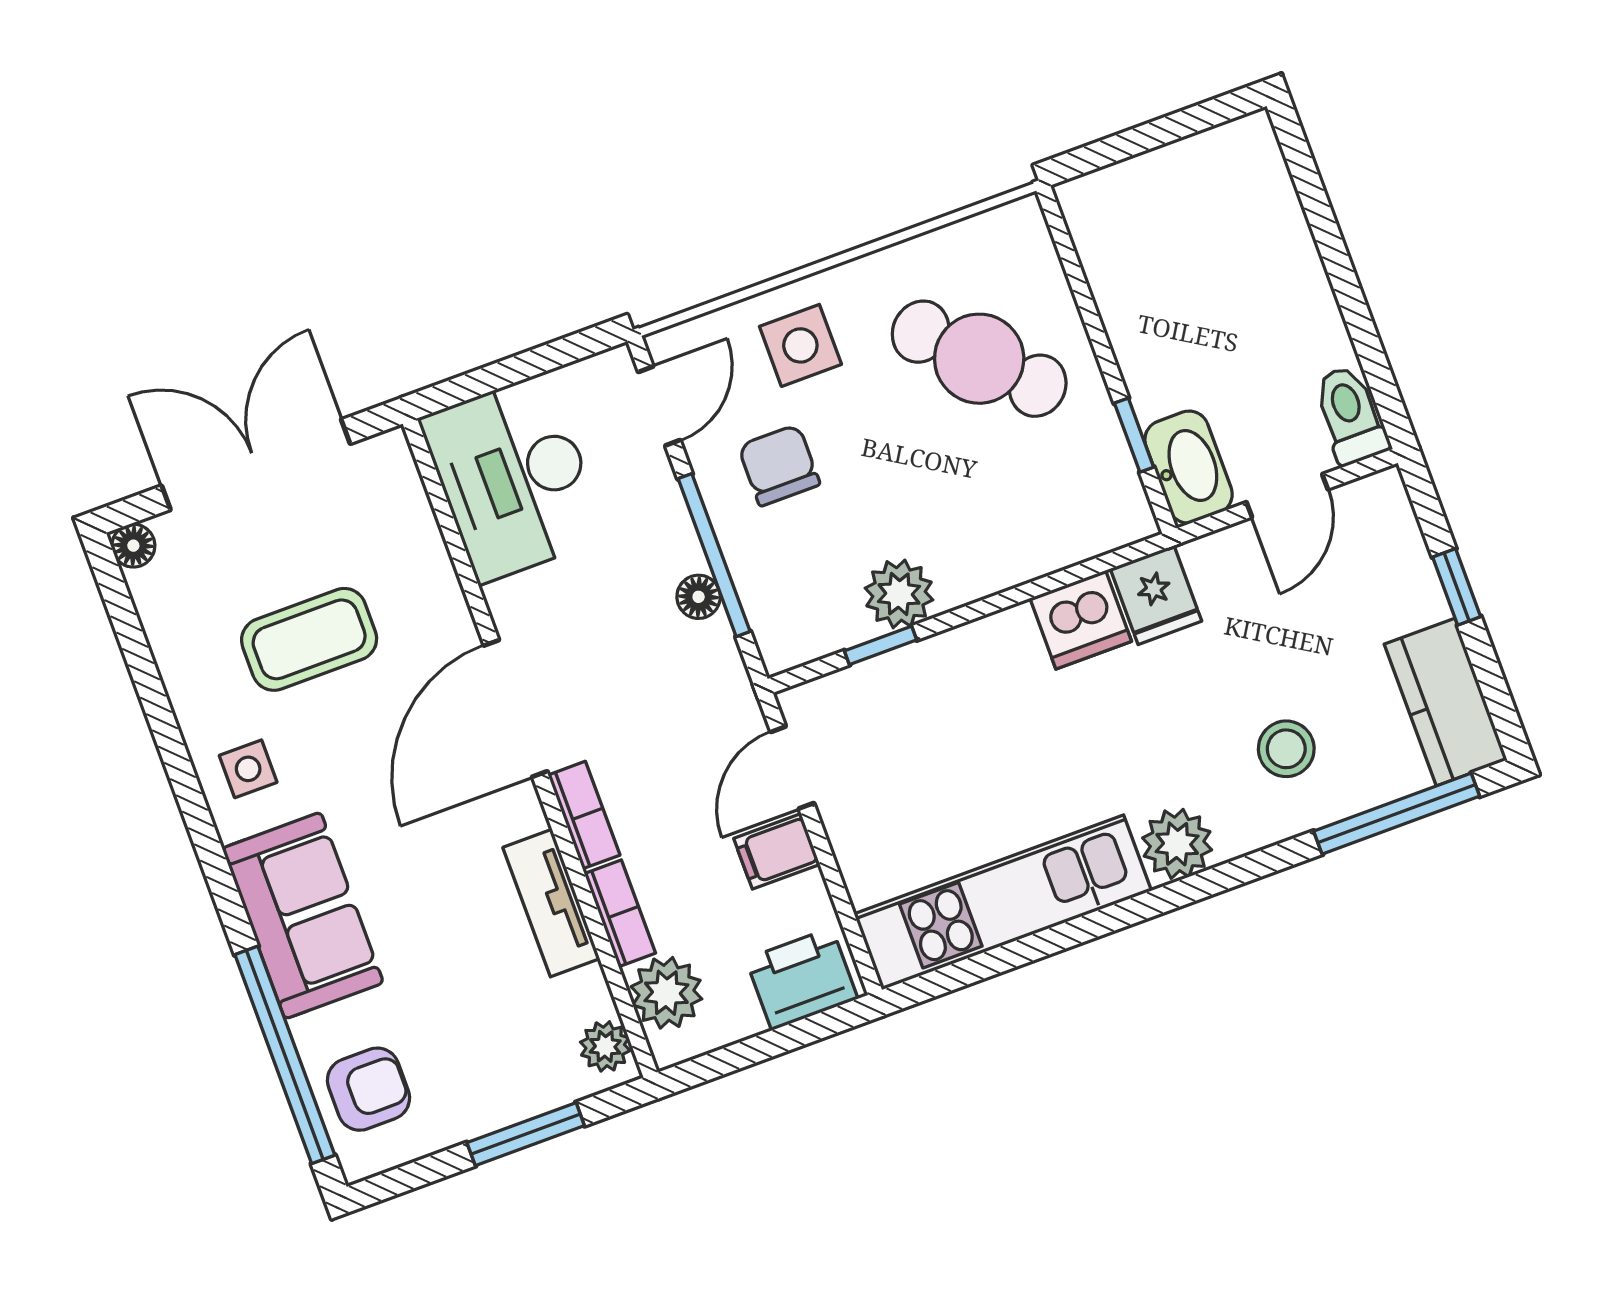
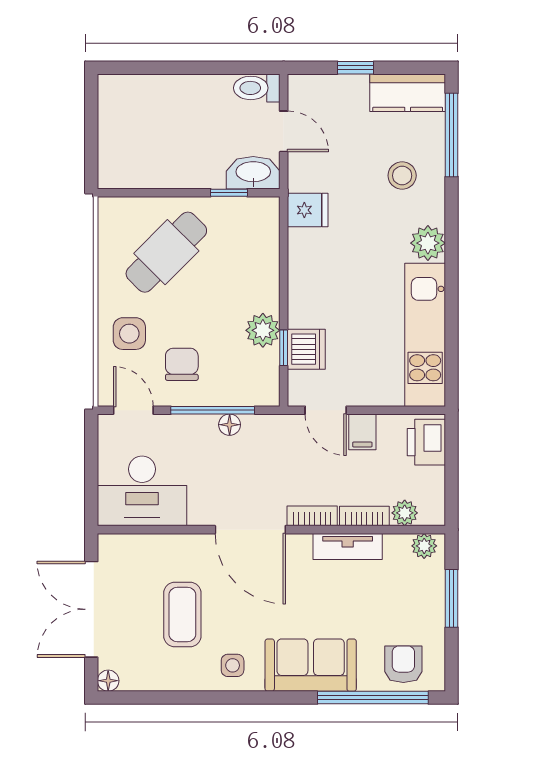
chair: (779, 465) -> (182, 364), turned 90
dishwasher: (1081, 620) -> (306, 349), moved
plant: (666, 993) -> (405, 513), width x0.73, depth x0.73

